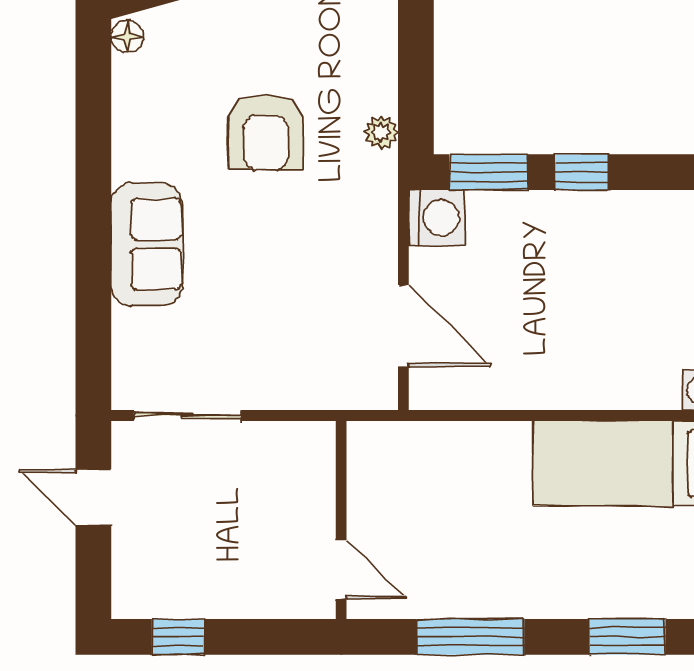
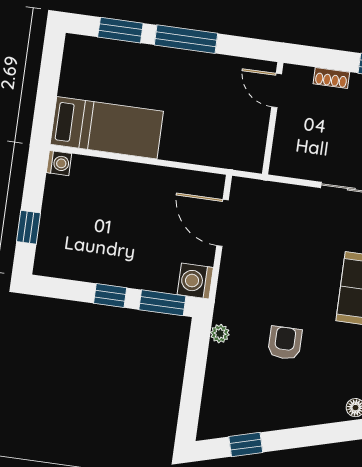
armchair: (266, 132) -> (285, 343), width x0.72, depth x0.72
shoe rack: (249, 604) -> (331, 78), added
window: (470, 637) -> (186, 39), moved

